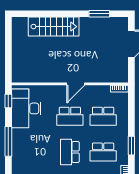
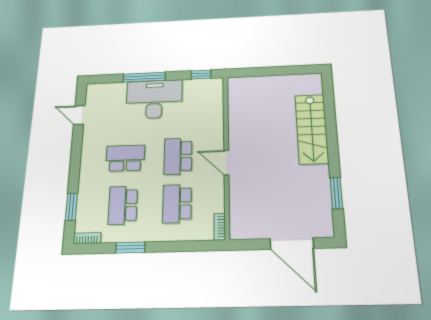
desk: (26, 108) -> (154, 99), moved

